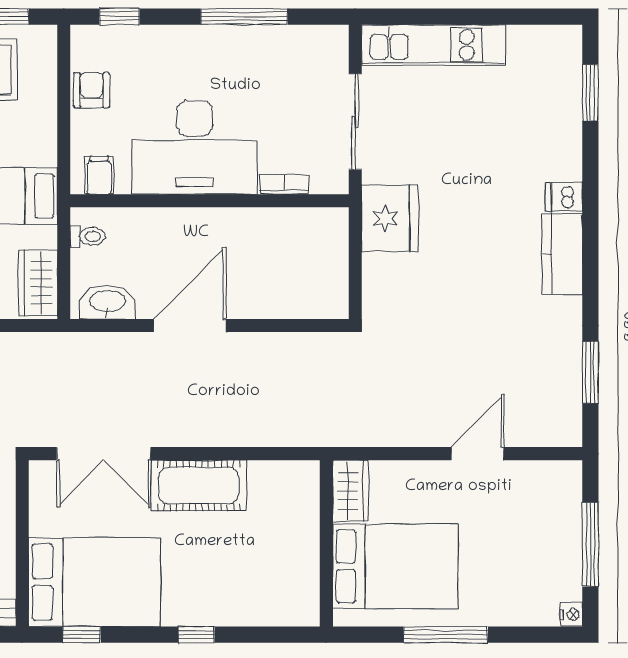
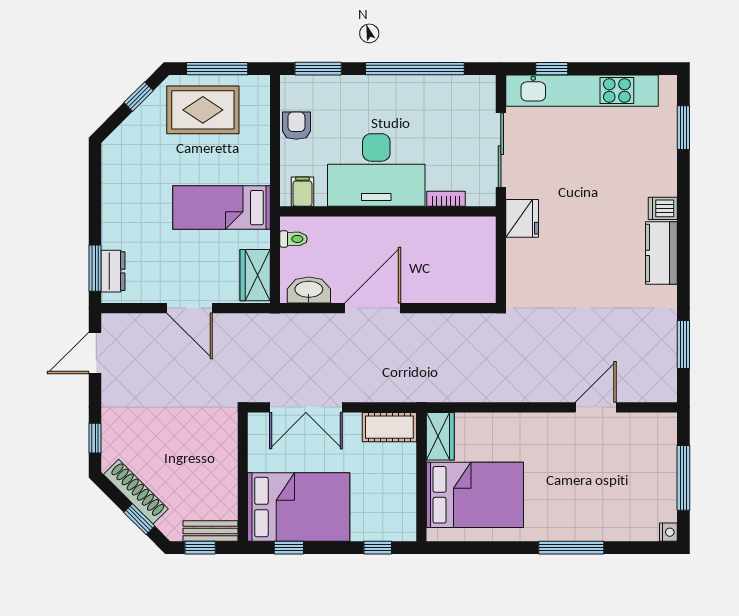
window: (119, 17) -> (318, 69), width x1.50
window: (244, 17) -> (415, 69), width x1.46
window: (421, 17) -> (552, 69), added
kitchen unit: (434, 45) -> (582, 91), width x1.36
fridge: (390, 219) -> (522, 218), width x0.73, depth x0.75
cot: (199, 485) -> (389, 427), width x0.73, depth x0.75
wardrobe: (351, 491) -> (440, 436), moved
wall: (326, 543) -> (421, 477), moved
bed: (395, 566) -> (475, 495), moved

